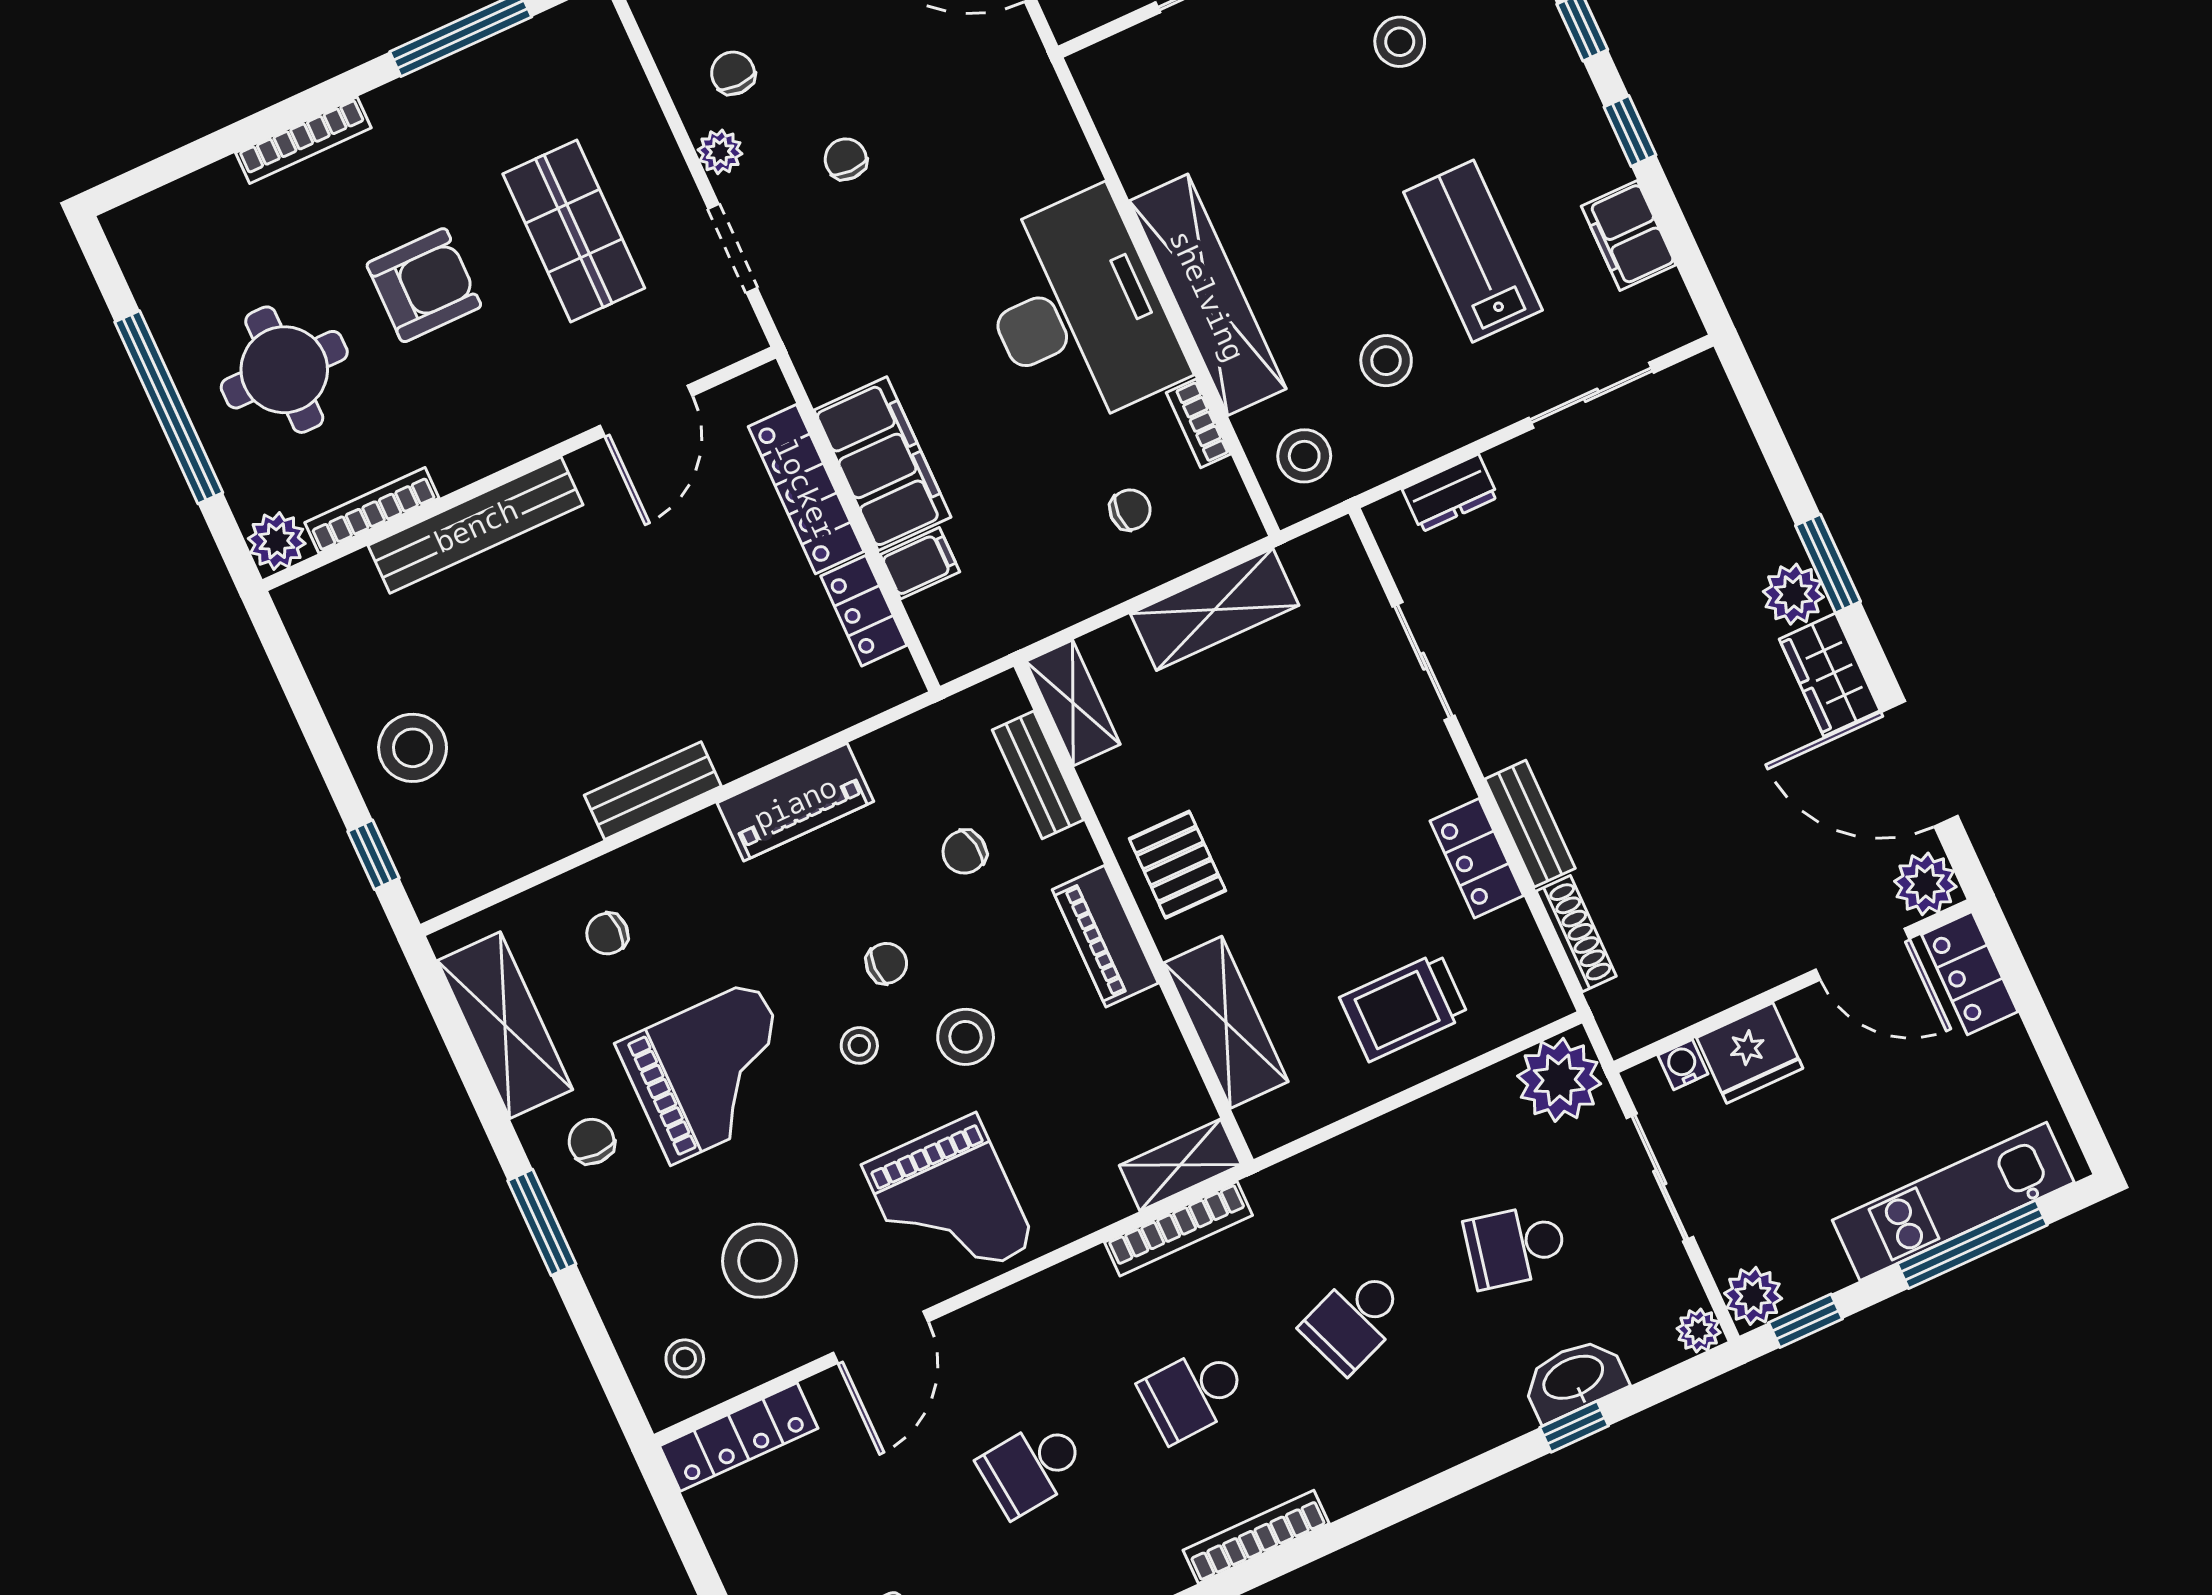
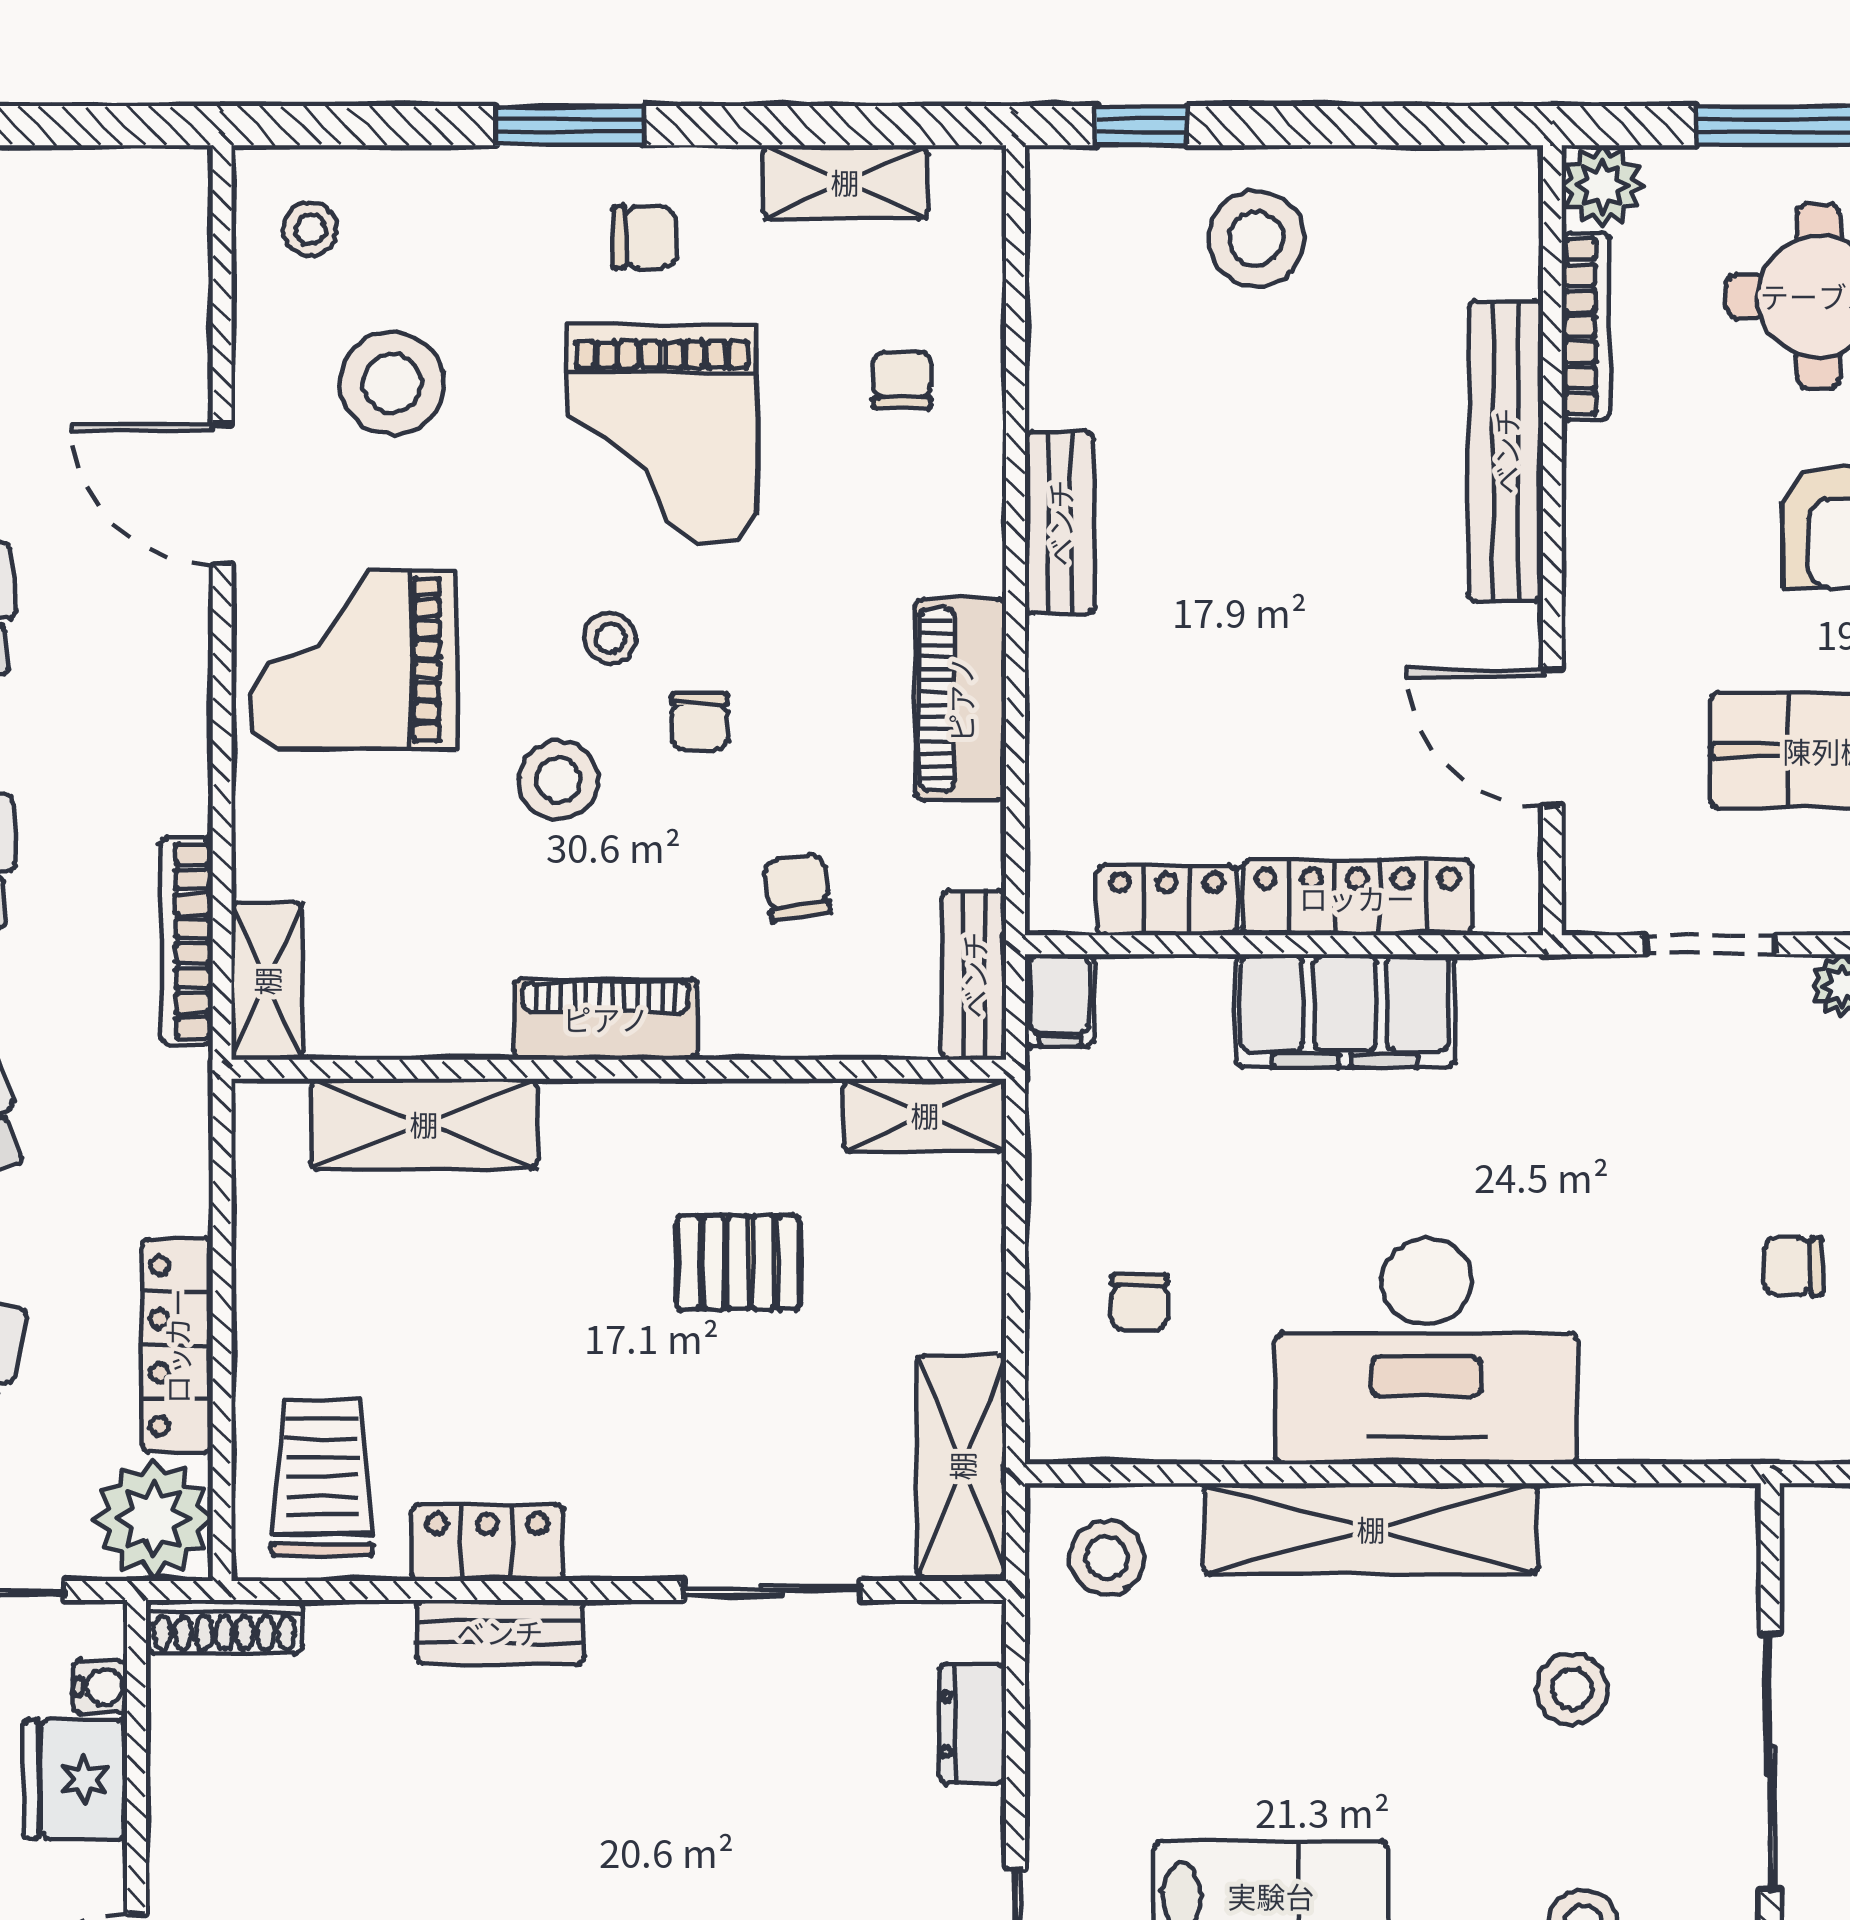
chair: (846, 159) -> (1793, 1266), moved, turned 180
stool: (1386, 361) -> (1572, 1689), moved
bookcase: (1198, 423) -> (1211, 1441), removed
filing cabinet: (920, 563) -> (1060, 1000), moved
shelving: (1215, 609) -> (962, 1466), moved
bench: (1038, 775) -> (974, 975), moved, turned 90
pallet: (1177, 865) -> (738, 1263), moved
shoe rack: (1576, 934) -> (224, 1626), moved
trolley: (1404, 1007) -> (322, 1478), moved
shelving: (505, 1025) -> (845, 182), width x0.67, depth x0.75
locker: (739, 1437) -> (177, 1346), moved

